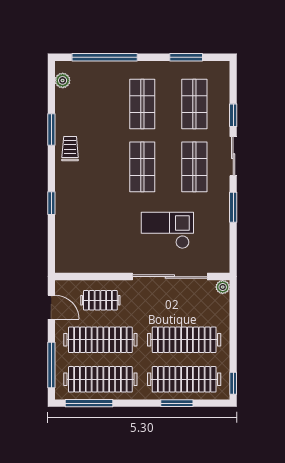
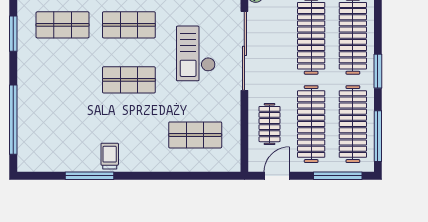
plant: (63, 80) -> (38, 164), removed
shop shelf: (142, 104) -> (195, 135), moved
window: (51, 130) -> (89, 176), width x1.44
trolley: (70, 149) -> (110, 156), turned 90
window: (51, 203) -> (167, 176), removed
window: (177, 403) -> (378, 71), moved

